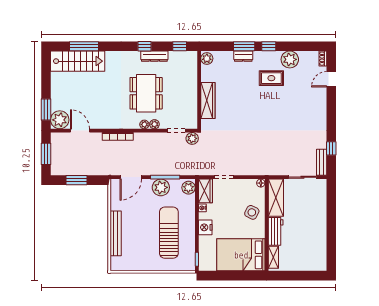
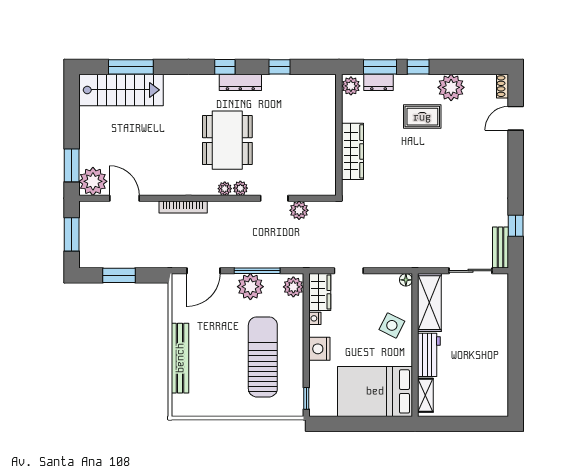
plant: (207, 58) -> (351, 86), moved
wall: (199, 90) -> (339, 135), moved
wardrobe: (208, 101) -> (353, 151), moved

